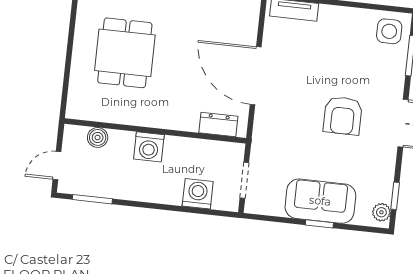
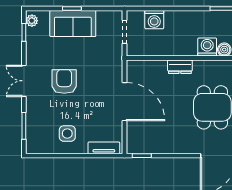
side table: (389, 31) -> (67, 134), moved
dresser: (218, 125) -> (180, 67), moved
washing machine: (149, 147) -> (207, 47), moved

